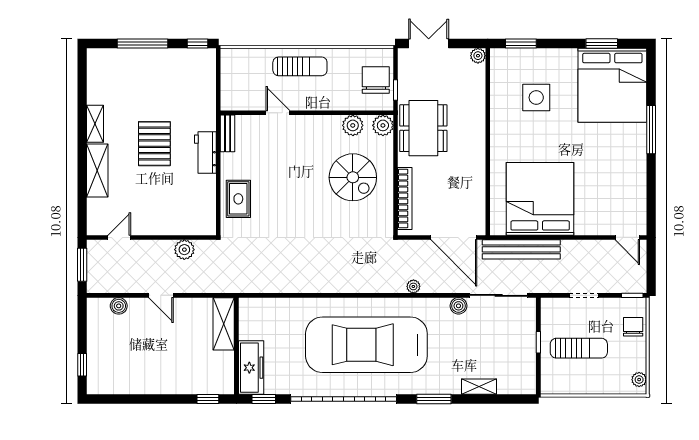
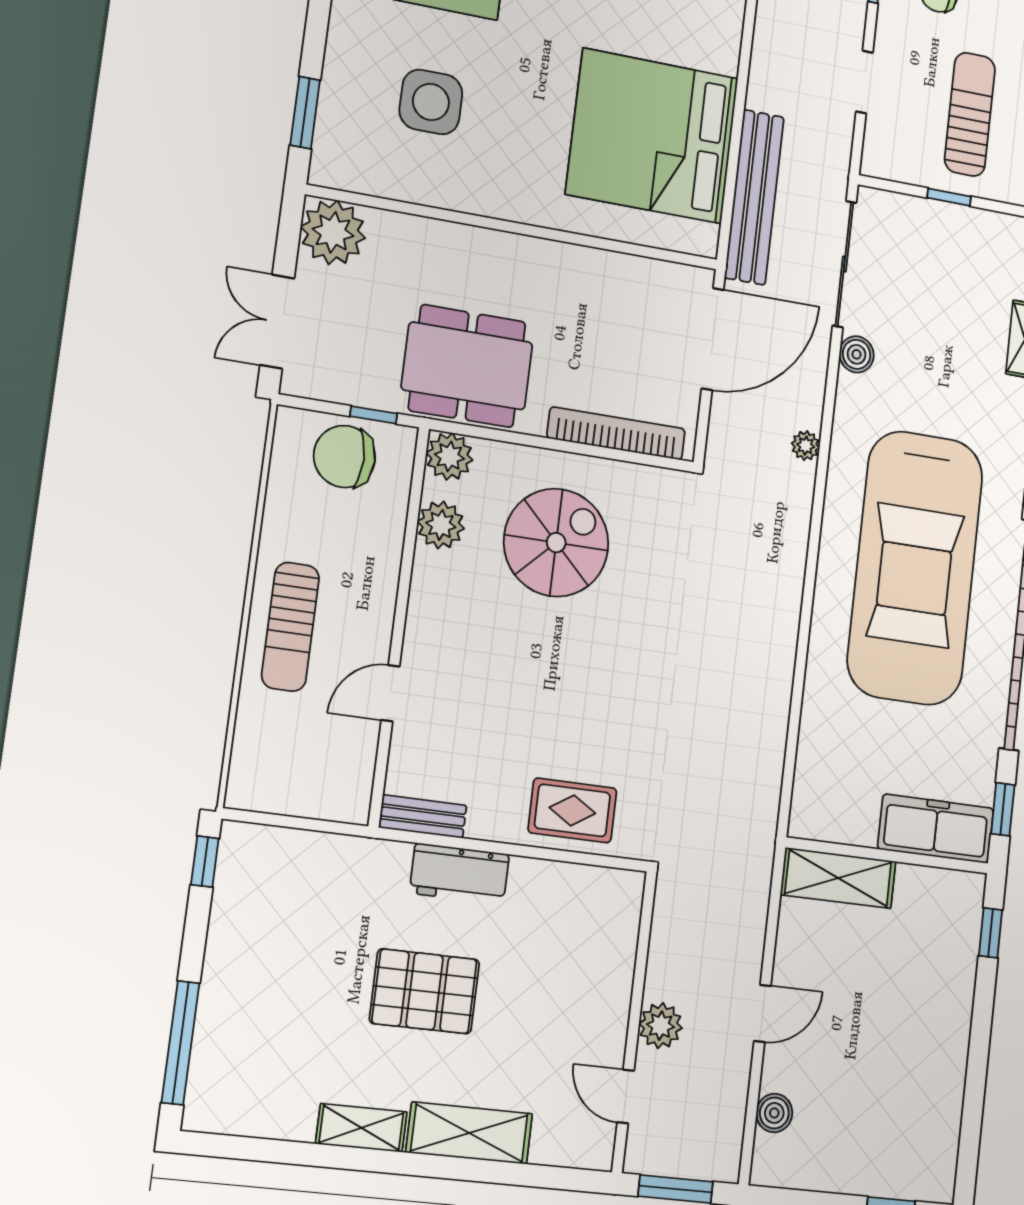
window: (142, 44) -> (181, 1043), moved
plant: (478, 56) -> (333, 232), width x1.87, depth x1.87
sun lounger: (300, 66) -> (290, 627), turned 180
plant: (184, 250) -> (661, 1026), moved

